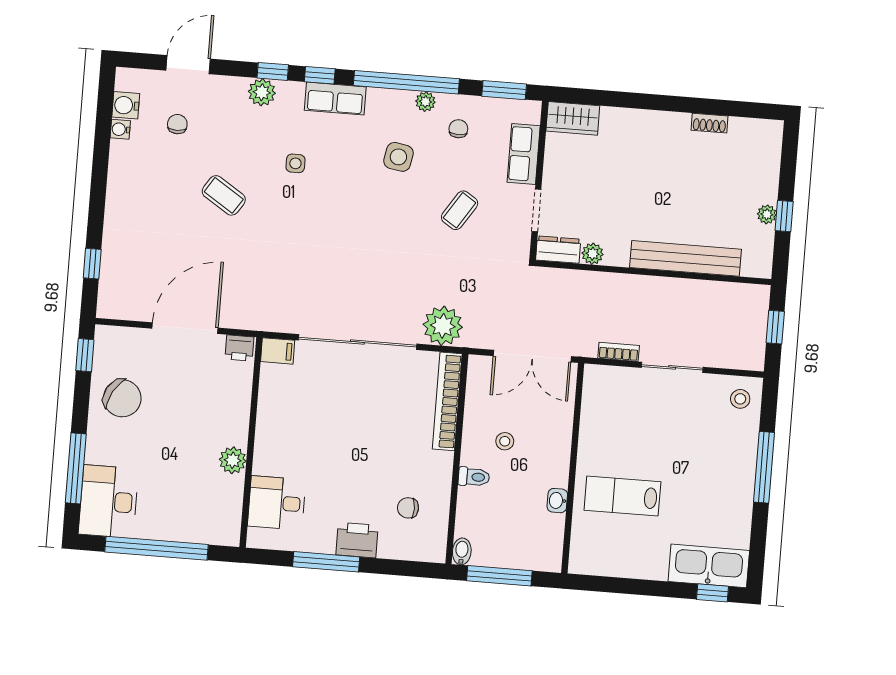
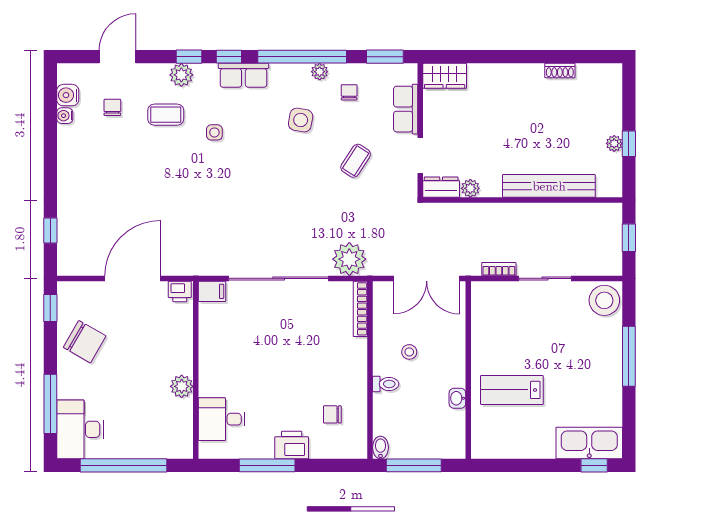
coffee table: (224, 195) -> (166, 115), moved, turned -33
stool: (740, 399) -> (604, 300), width x1.89, depth x1.89
bookcase: (447, 401) -> (360, 309), width x0.68, depth x0.76

